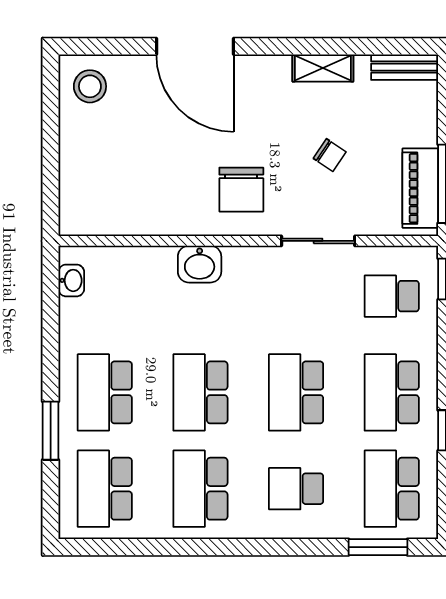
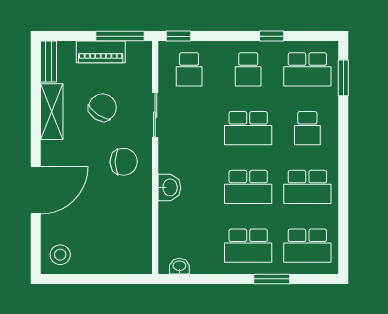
shelving: (323, 68) -> (52, 112), width x1.50, depth x1.33
chair: (330, 155) -> (102, 107), width x1.87, depth x1.87
piano: (420, 188) -> (101, 52), moved
school desk: (392, 392) -> (248, 69), width x0.54

